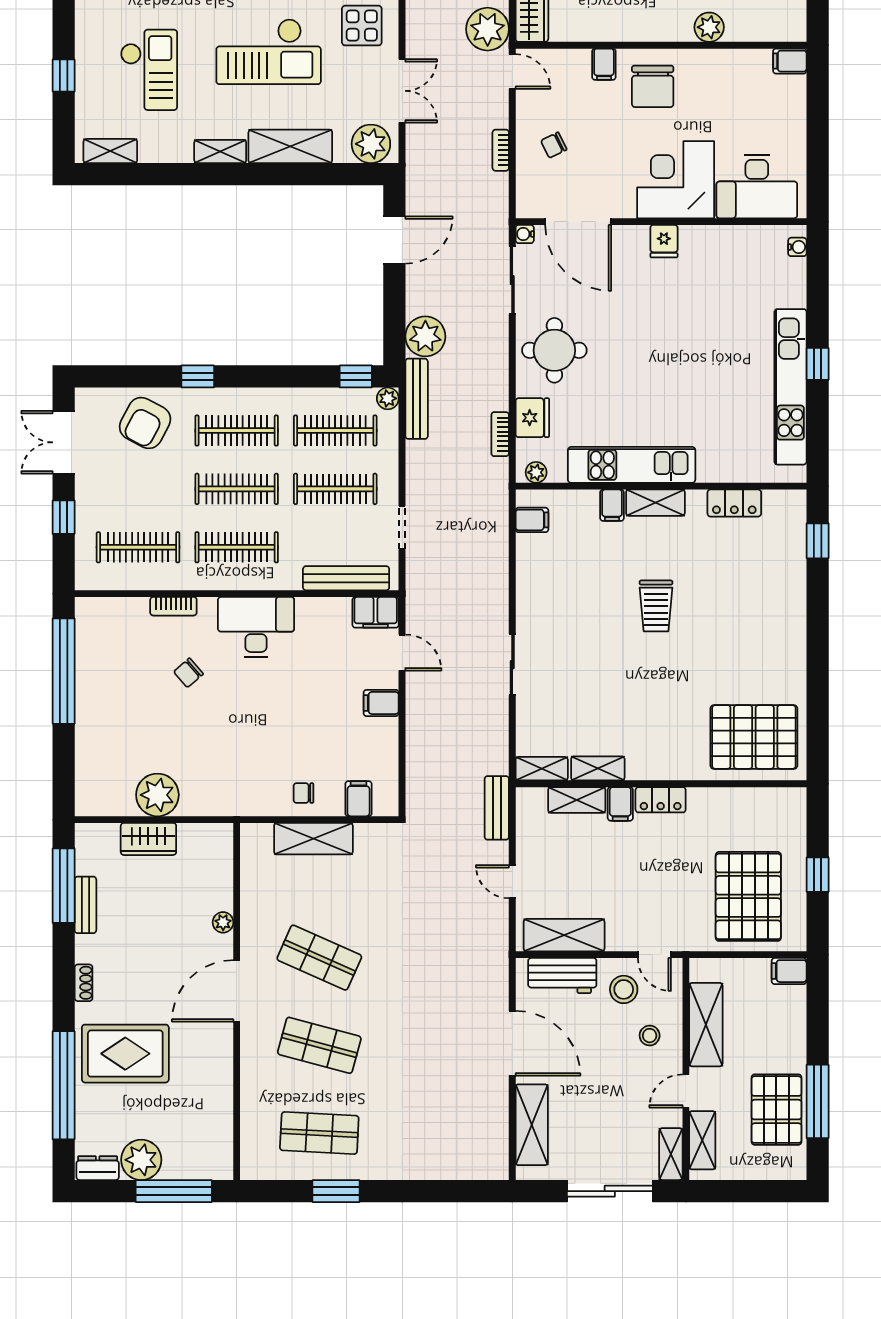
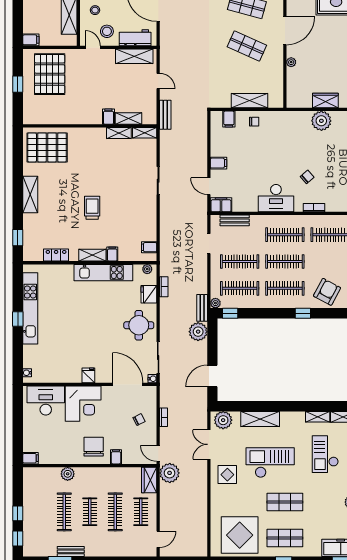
shelving: (220, 151) -> (318, 417), moved
bench: (417, 399) -> (202, 308), width x0.73
bench: (346, 578) -> (235, 220), width x0.73
shelving: (791, 635) -> (30, 194), added
locker: (661, 800) -> (90, 119), removed

